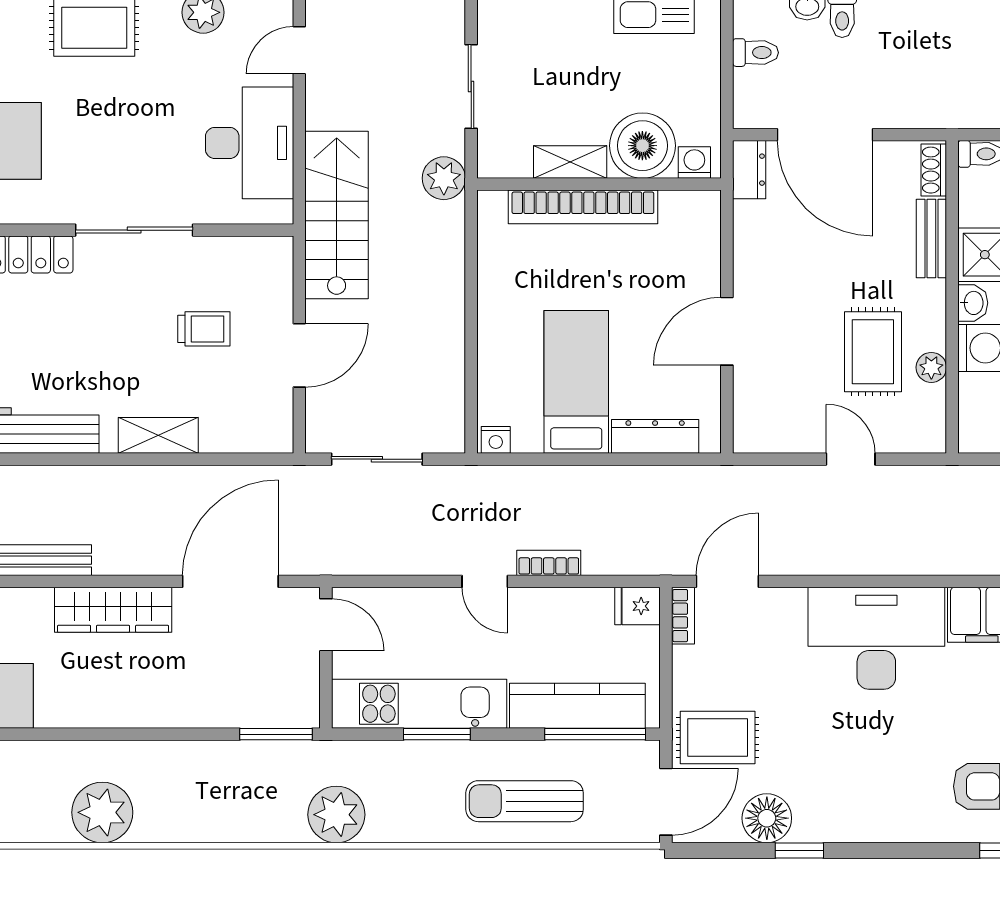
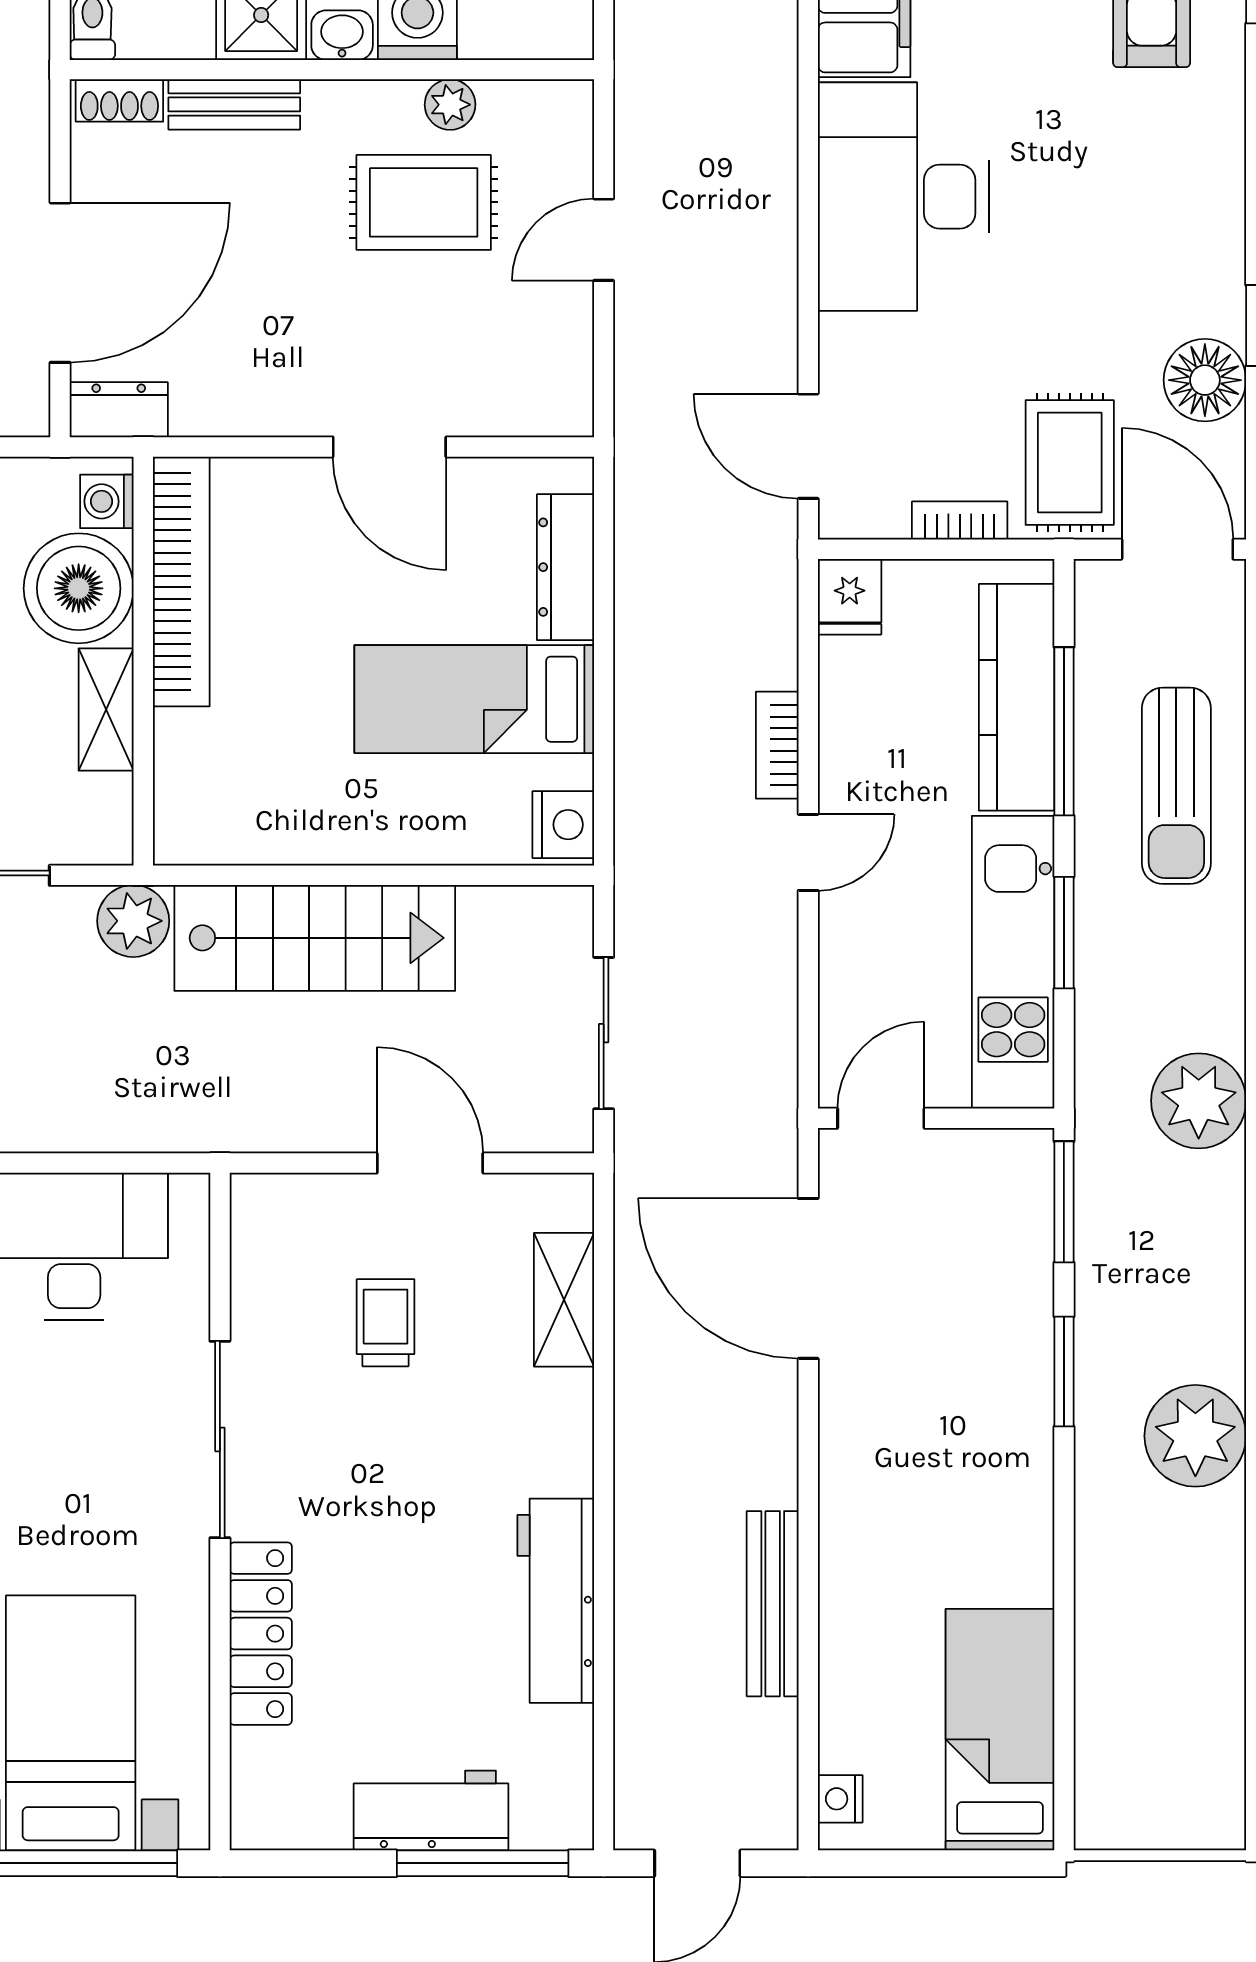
bookcase: (583, 207) -> (181, 581), moved
stairs: (337, 215) -> (315, 938), moved, turned 180
shelving: (158, 435) -> (564, 1300), moved
nightstand: (496, 440) -> (563, 825), width x1.39, depth x1.35
wardrobe: (113, 610) -> (856, 1475), removed
bookcase: (683, 616) -> (960, 521), moved
window: (175, 734) -> (1064, 1372), added
window: (595, 734) -> (1064, 731), moved
plant: (102, 812) -> (1195, 1436), moved

